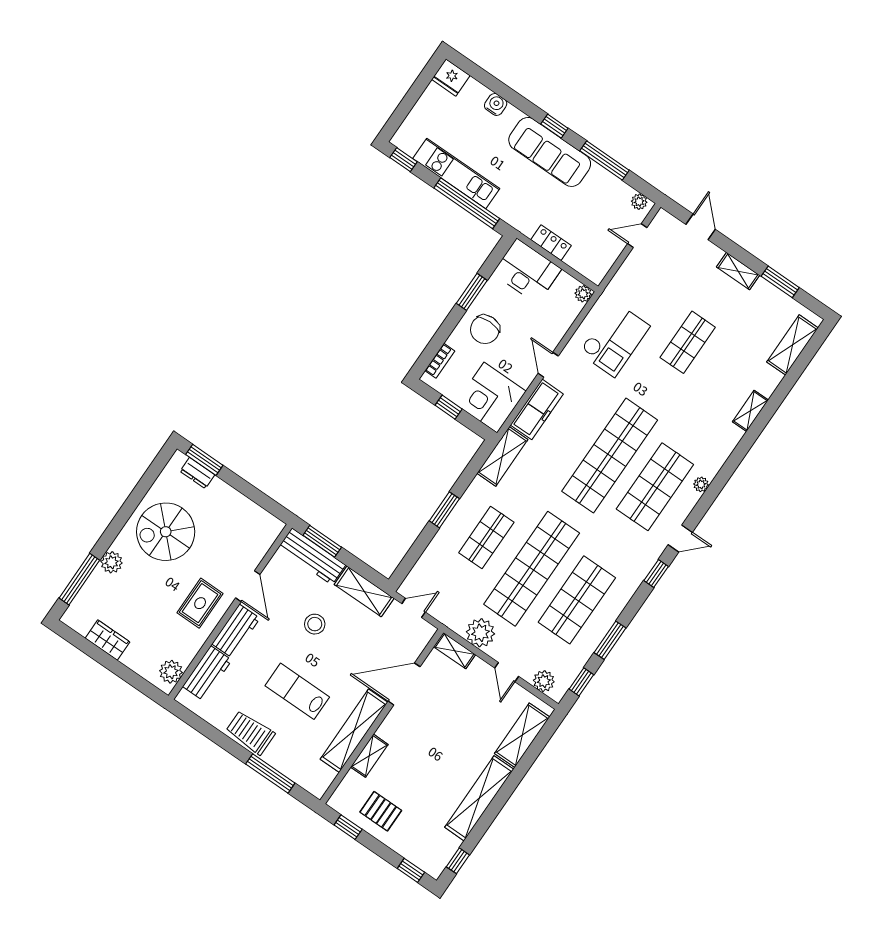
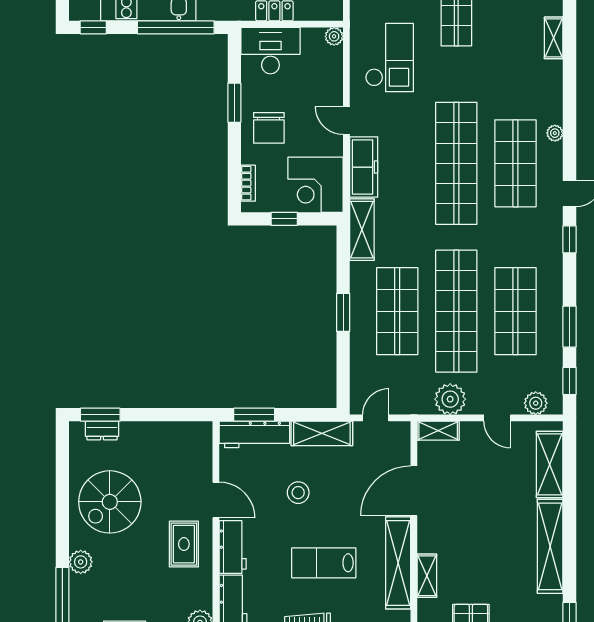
shop shelf: (486, 537) -> (397, 311), width x1.43, depth x1.36

